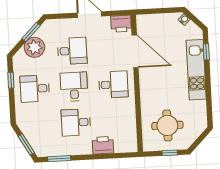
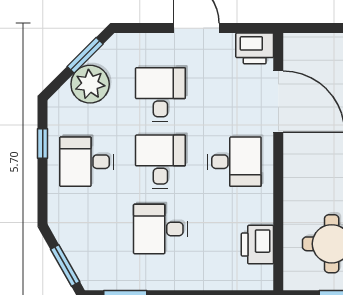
desk: (72, 51) -> (160, 94), turned -90
printer: (103, 145) -> (257, 245), moved, turned -90

